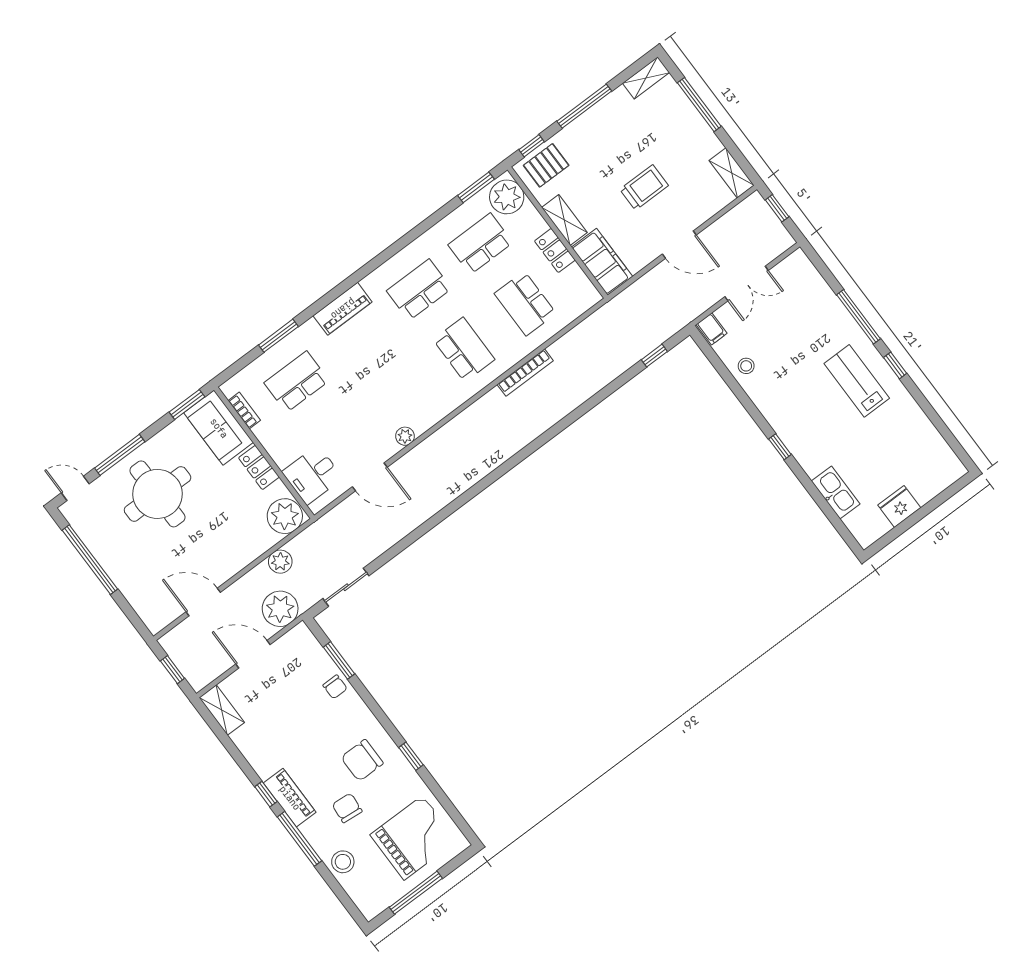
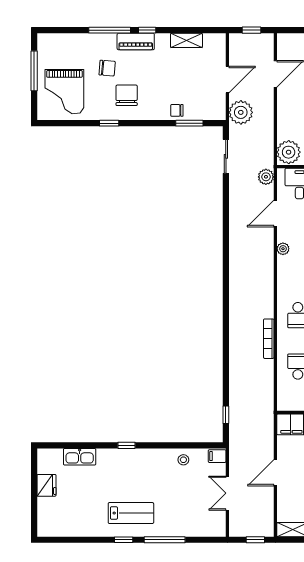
plant: (280, 562) -> (266, 177), moved
shelving: (222, 710) -> (186, 40), moved
stool: (343, 862) -> (80, 44), removed

